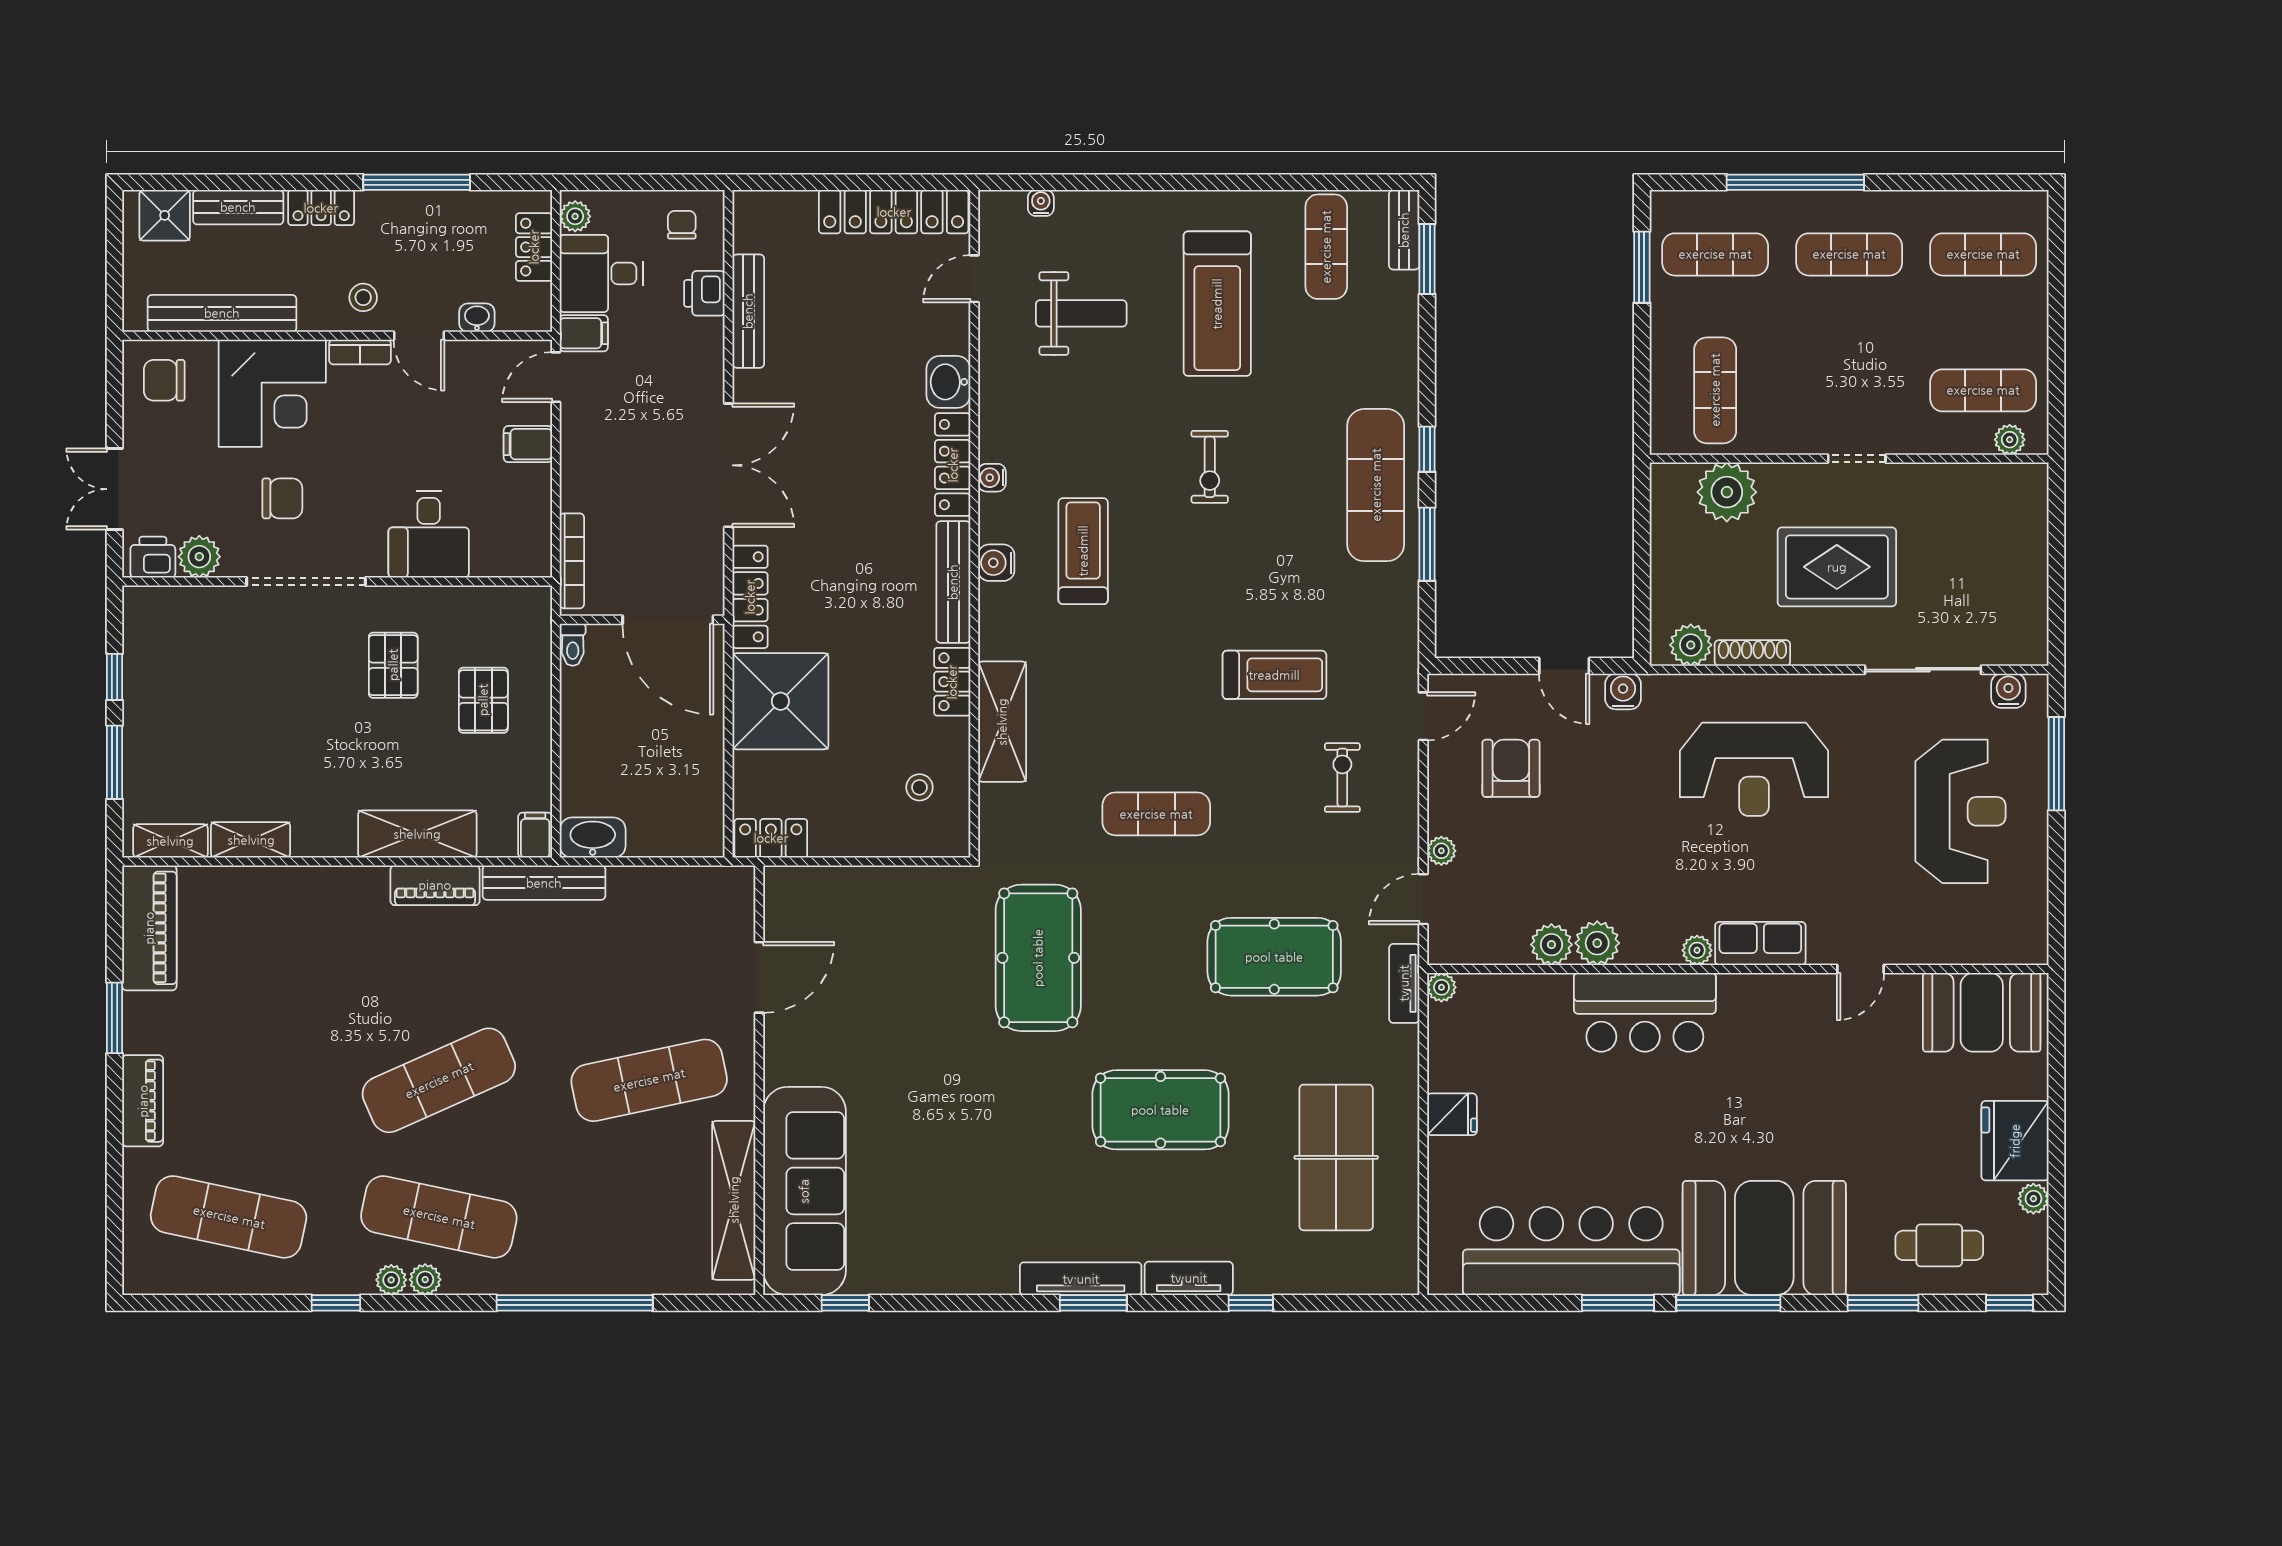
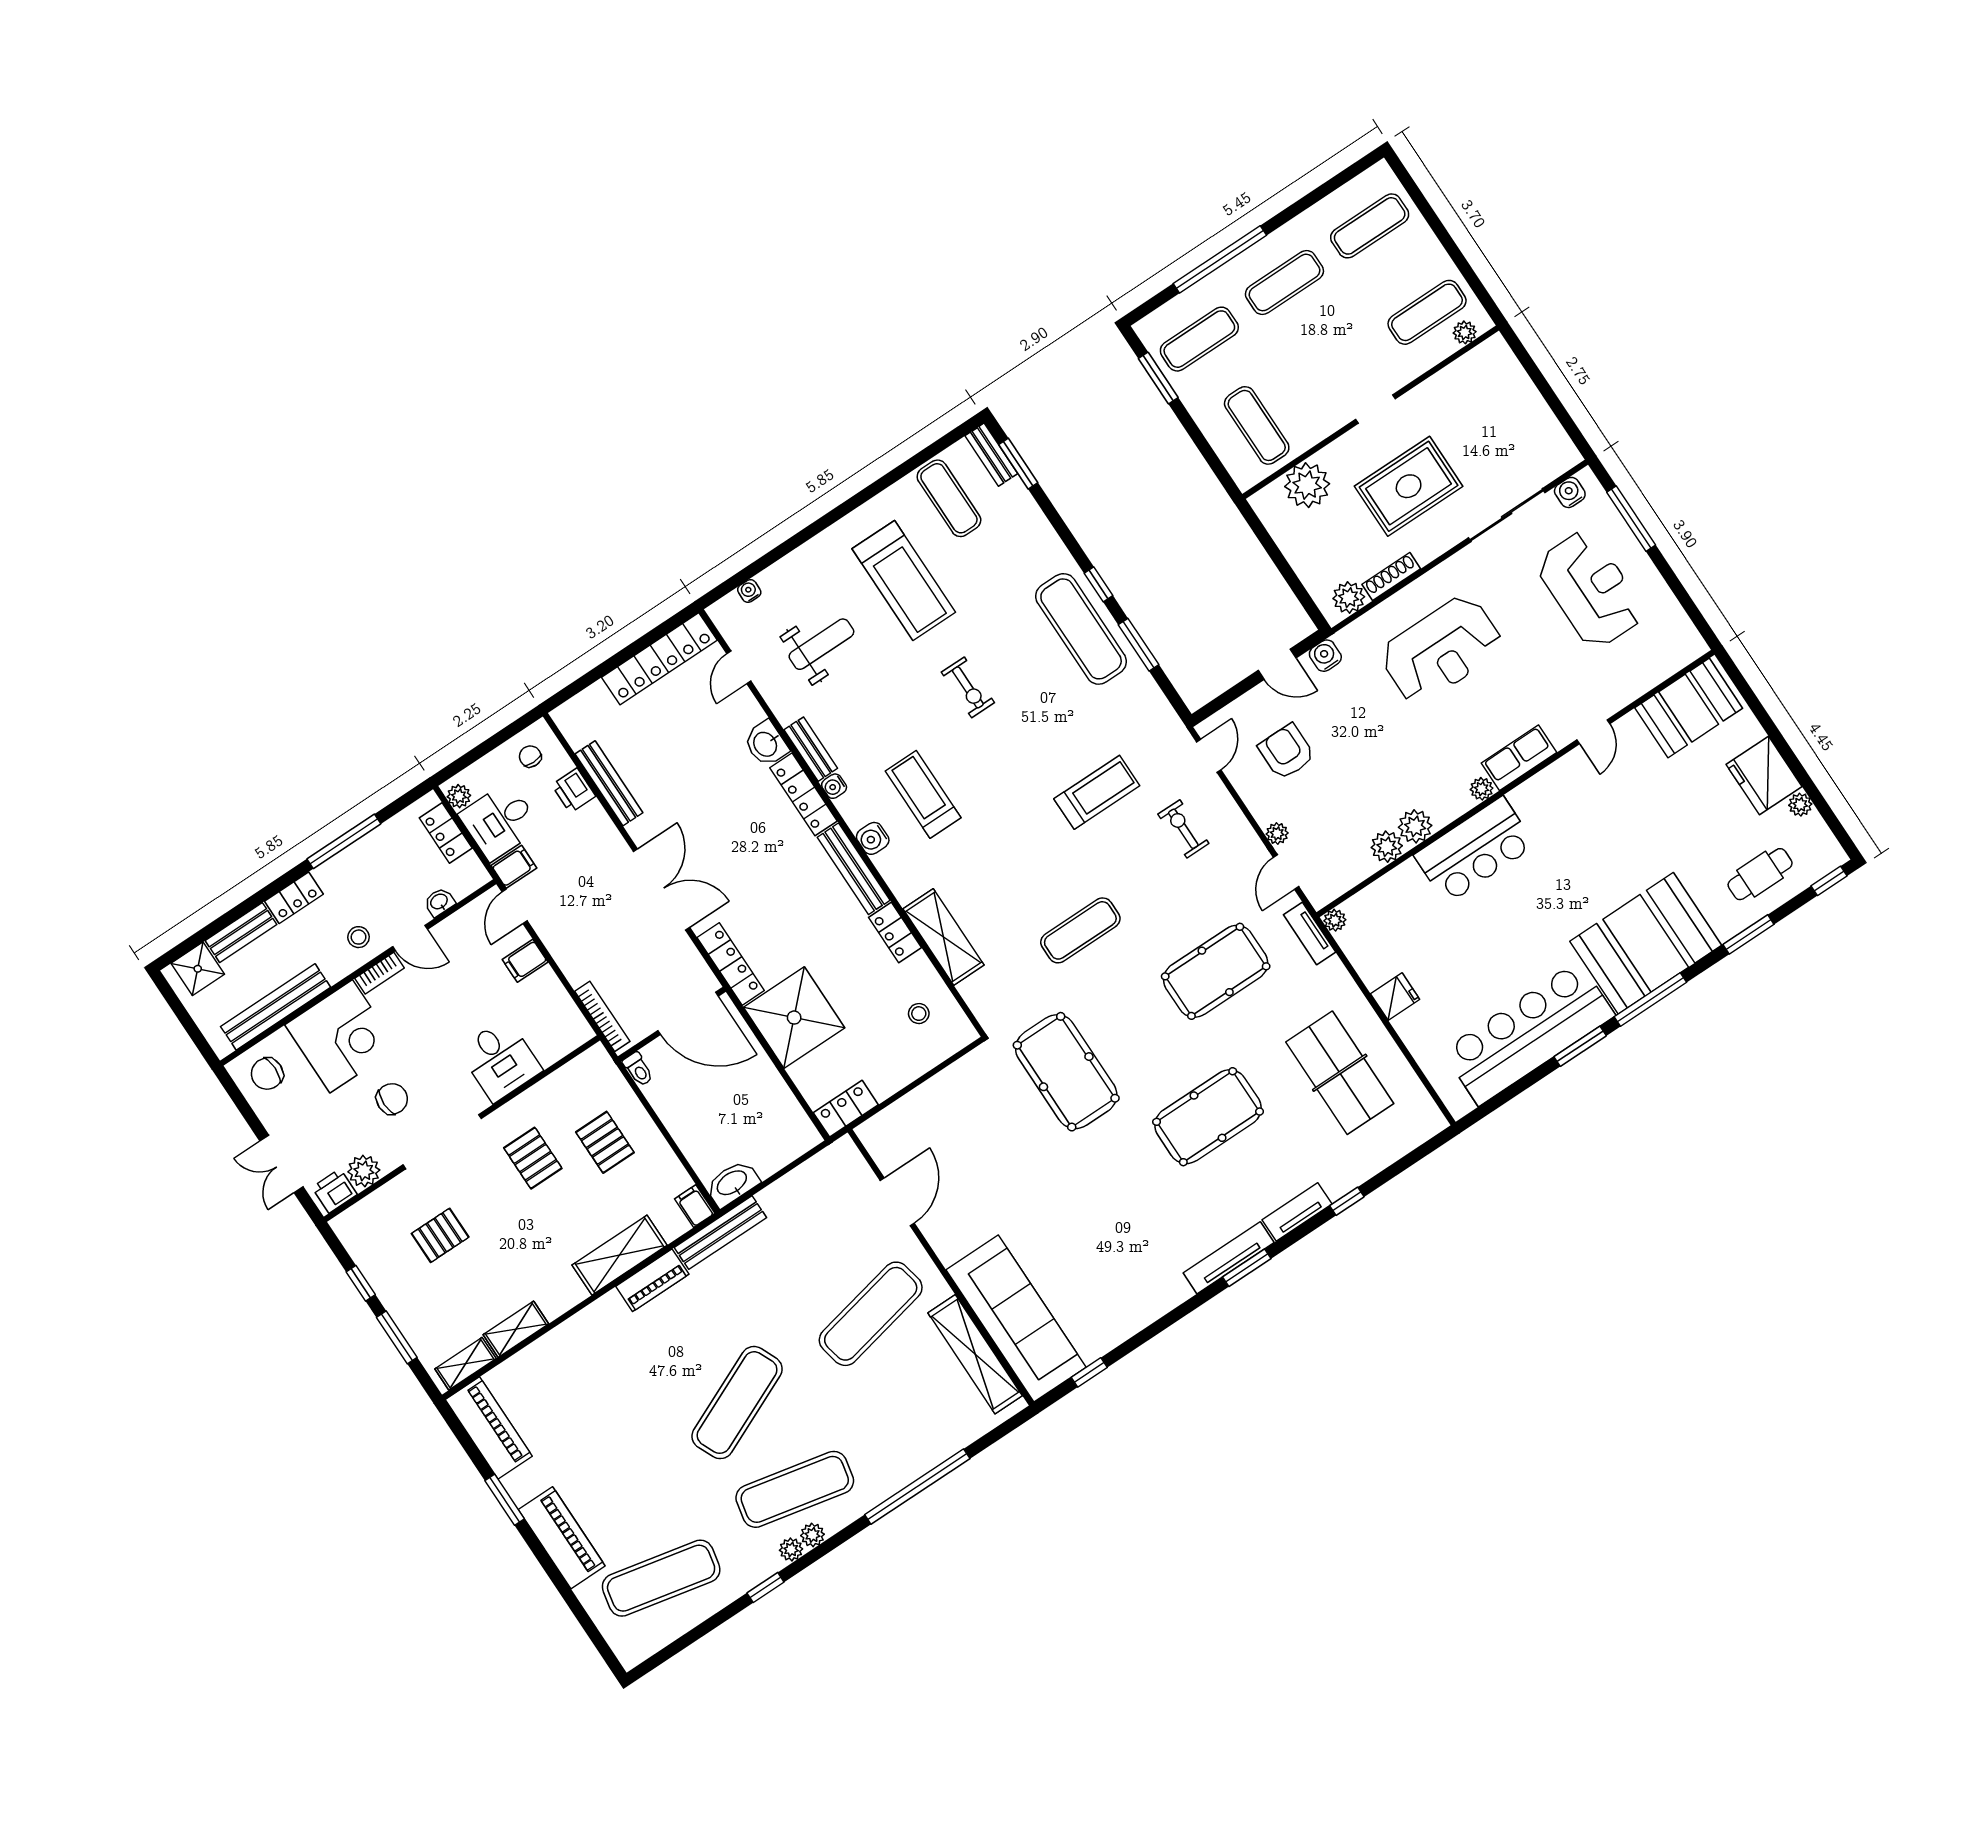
bench: (993, 420) -> (811, 749), added
pallet: (236, 682) -> (440, 1235), added
piano: (143, 1101) -> (562, 1538), width x1.37, depth x1.33

